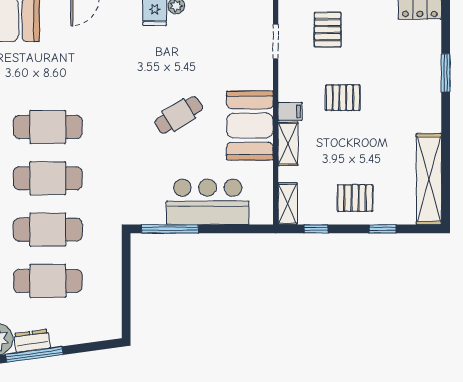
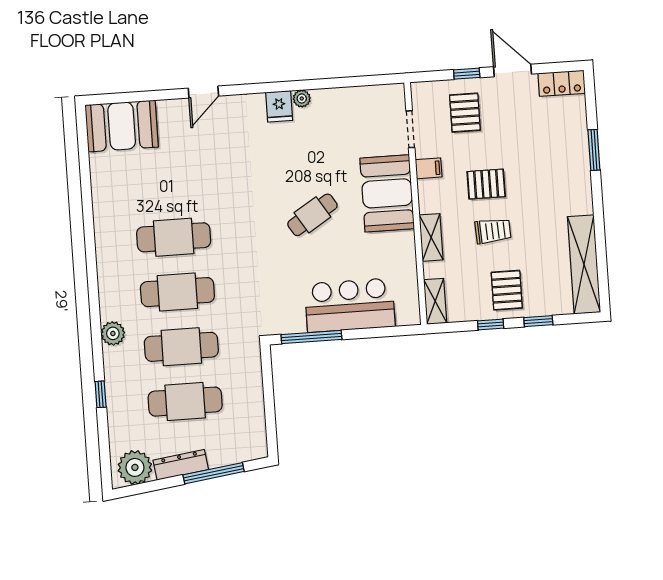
filing cabinet: (290, 111) -> (429, 168), moved
booth: (250, 125) -> (387, 193), moved
trolley: (346, 142) -> (493, 231), added
pallet: (355, 198) -> (507, 290), turned 90
window: (316, 229) -> (491, 324), moved
dresser: (32, 341) -> (181, 465), width x1.44
window: (34, 354) -> (214, 473), moved

